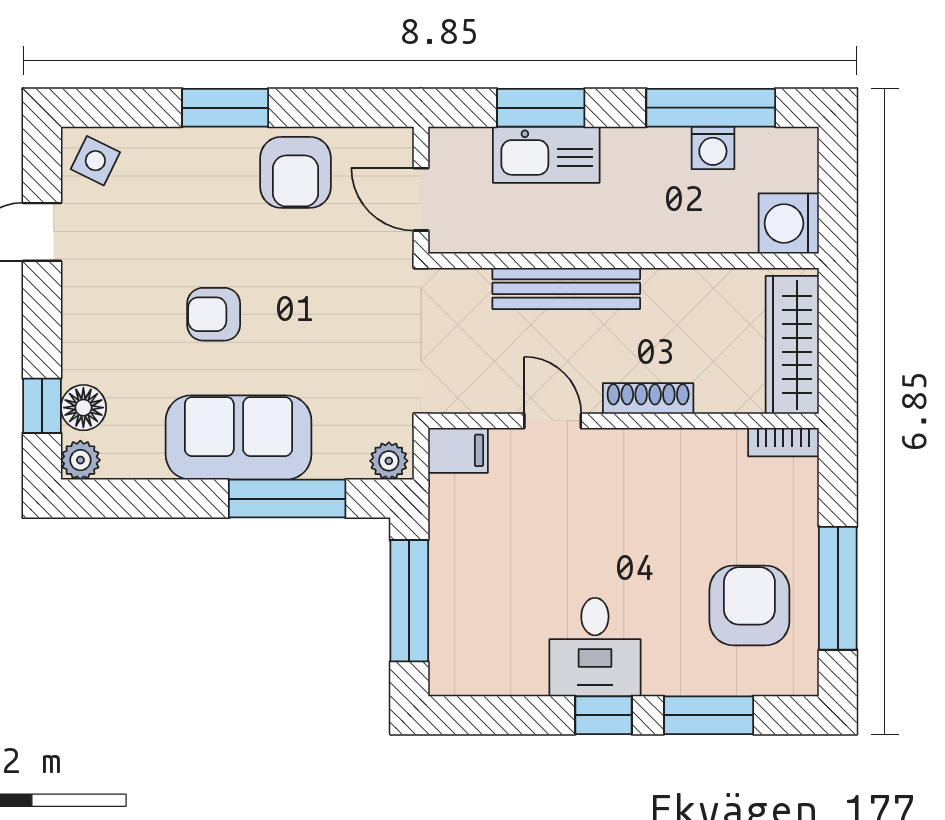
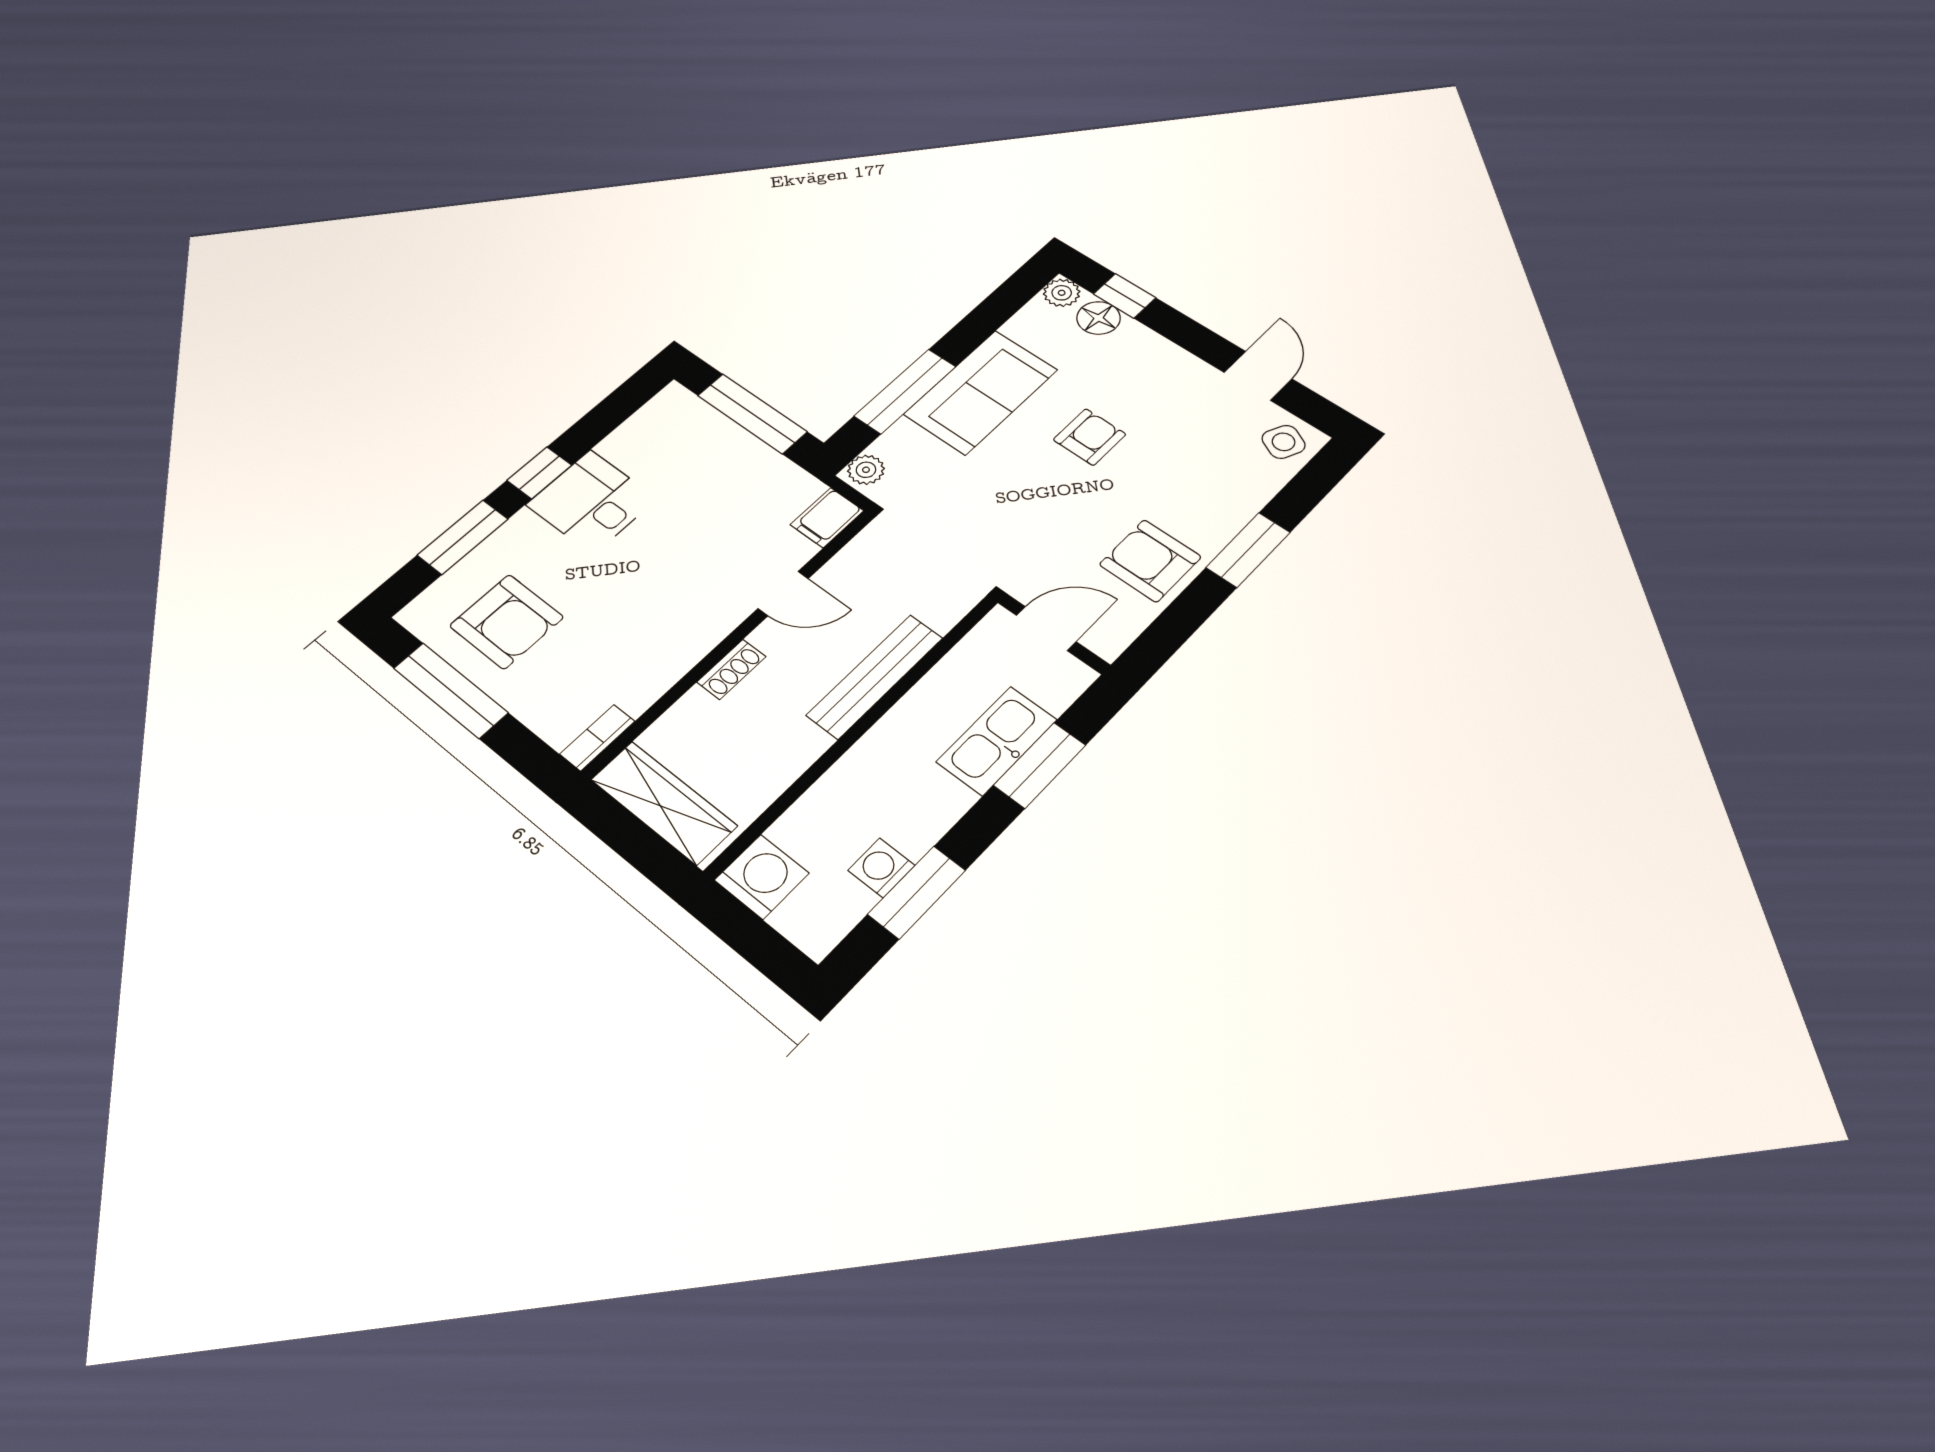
window: (711, 108) -> (917, 892), width x0.69
shoe rack: (648, 398) -> (731, 669), width x0.70

